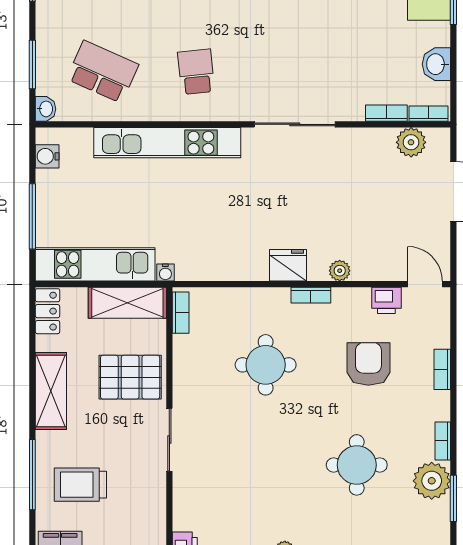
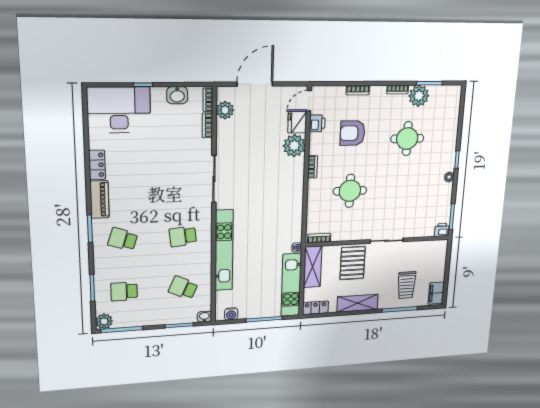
school desk: (103, 72) -> (183, 288), width x0.54
fridge: (288, 265) -> (297, 122), moved
plant: (340, 271) -> (294, 146), width x1.88, depth x1.88

